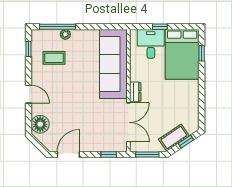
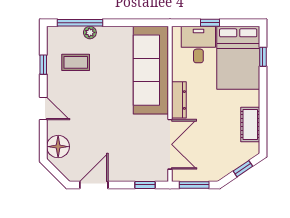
window: (29, 49) -> (43, 65), moved
dresser: (135, 92) -> (179, 100), width x1.44
cot: (174, 138) -> (250, 125), moved, turned -56

